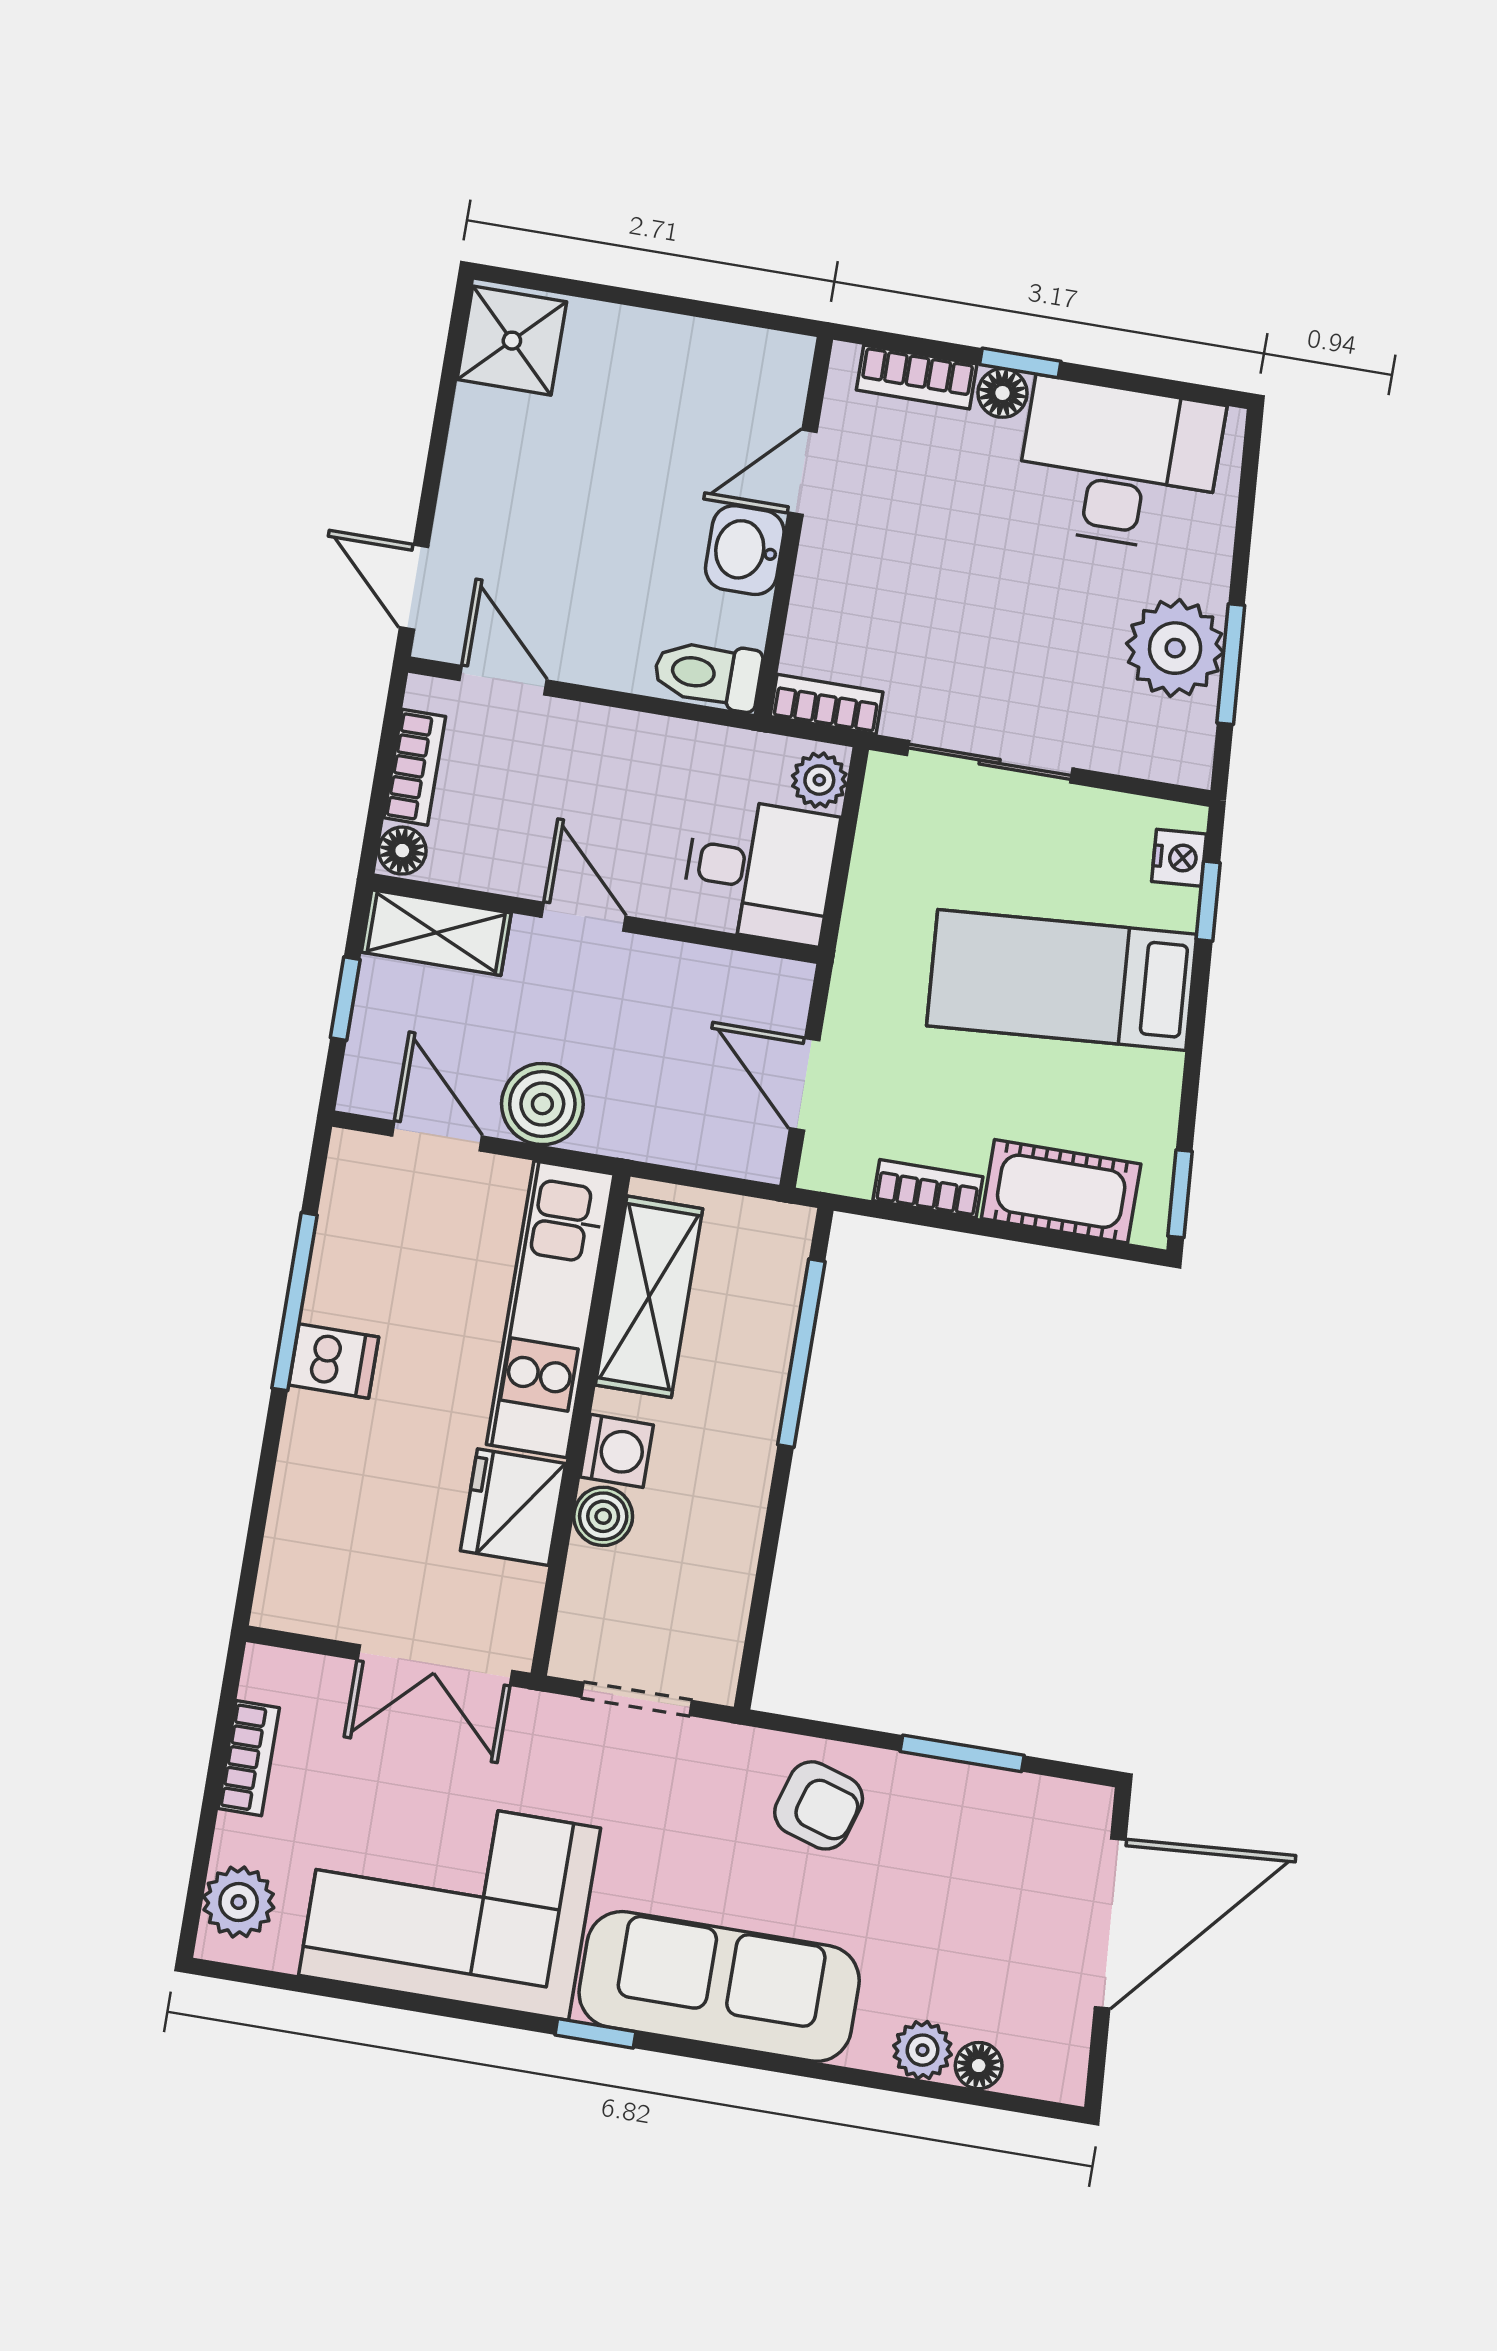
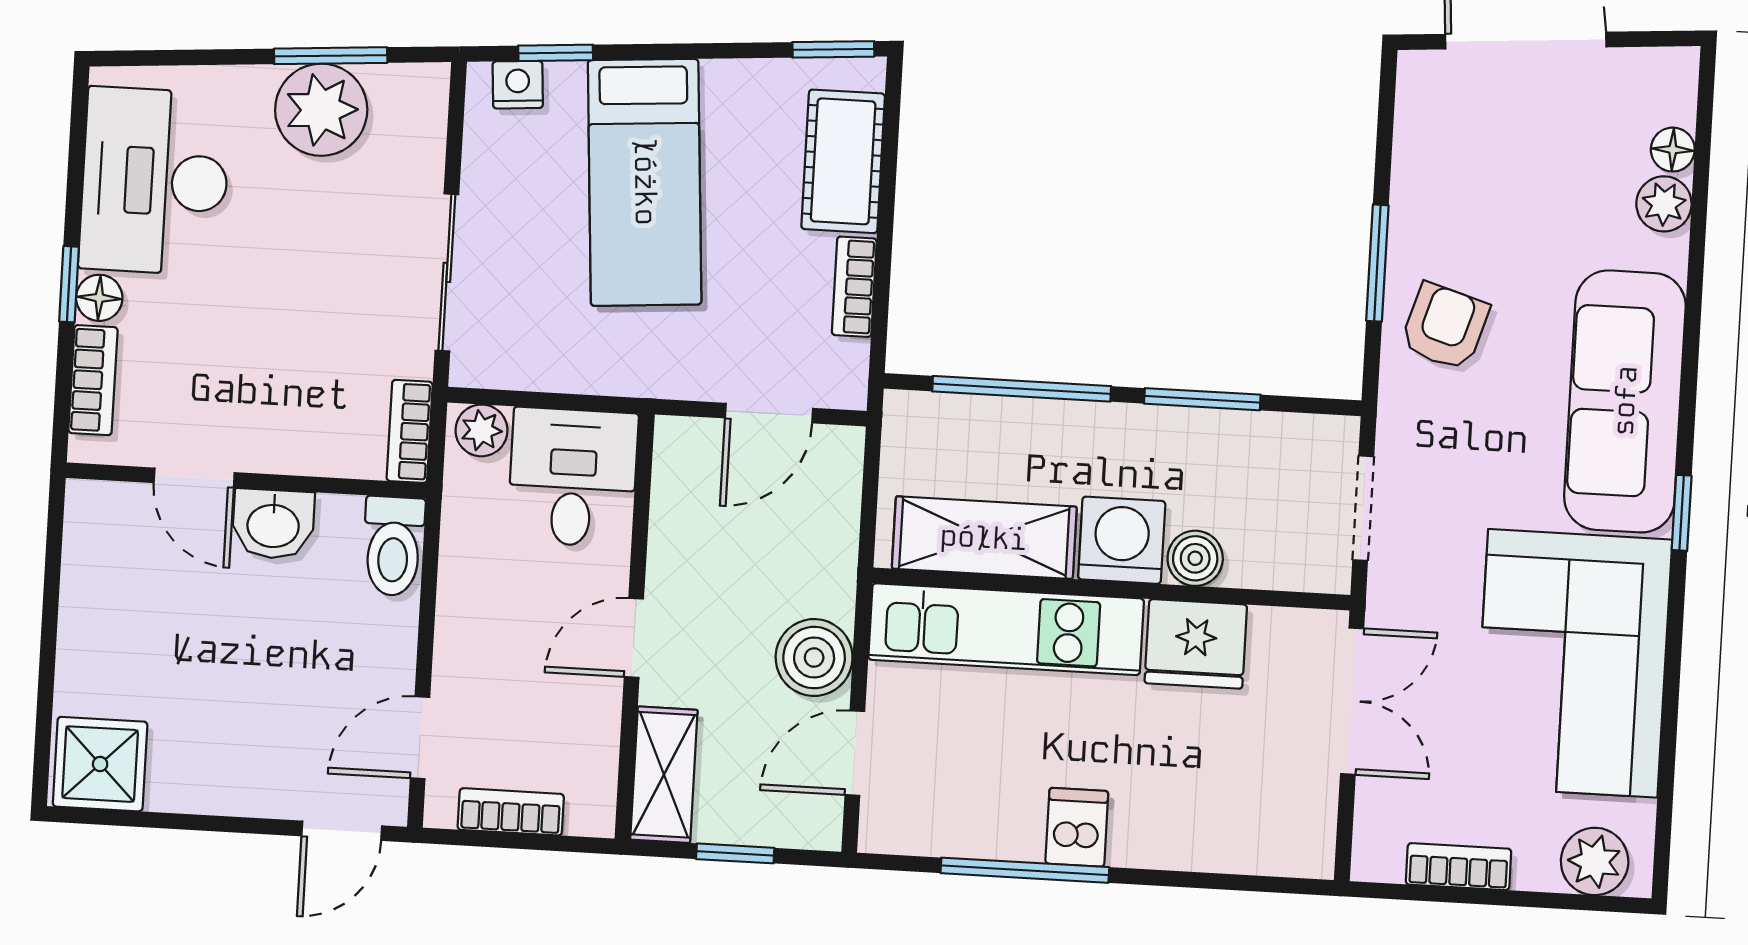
floor lamp: (402, 851) -> (590, 815), removed
washing machine: (617, 1451) -> (1122, 540), width x1.38, depth x1.38
window: (770, 1542) -> (1202, 399), added
window: (962, 1753) -> (1377, 263), moved

